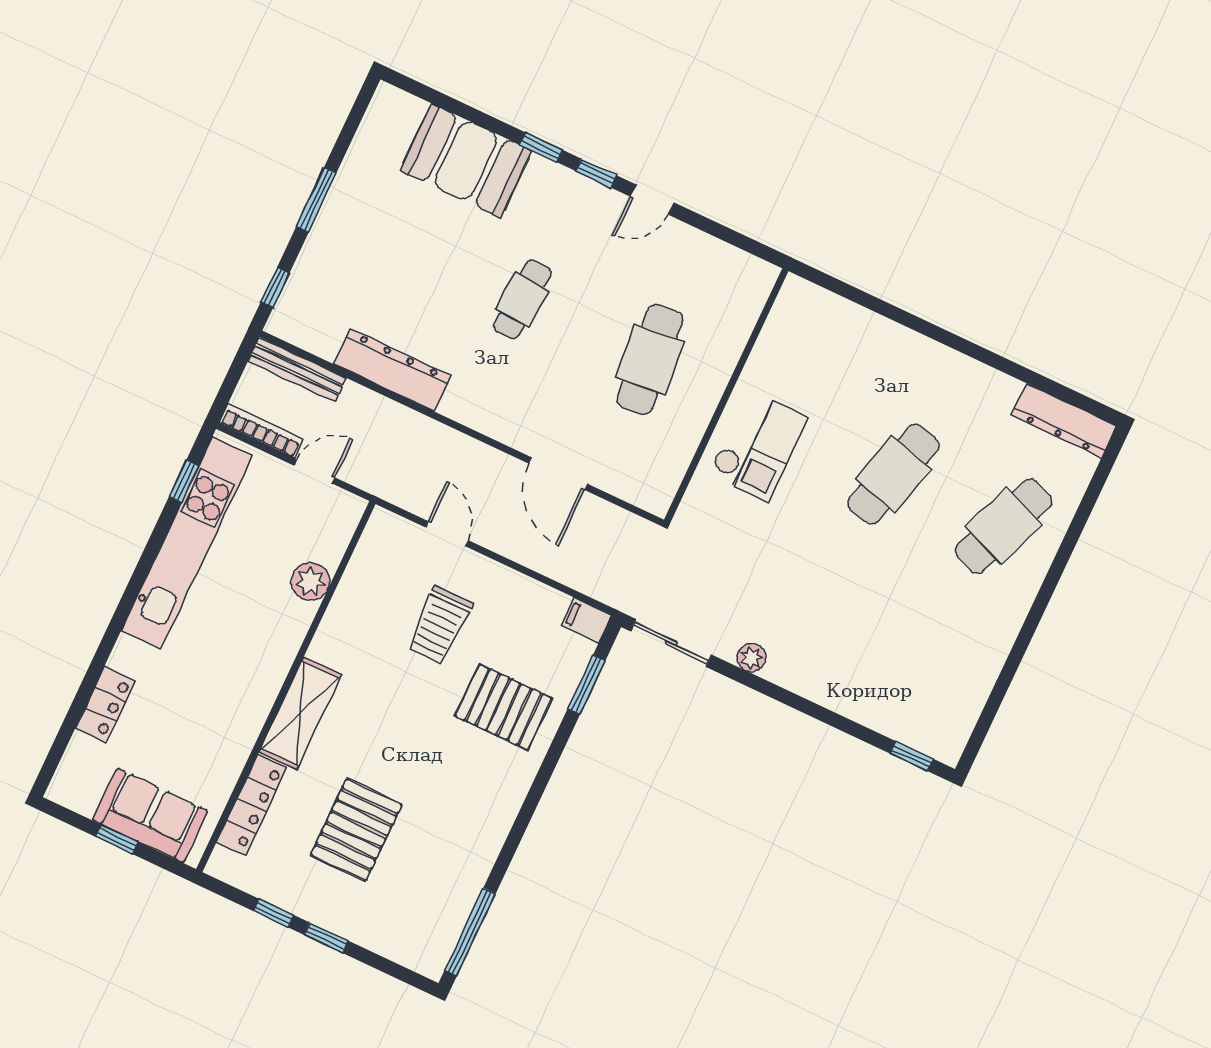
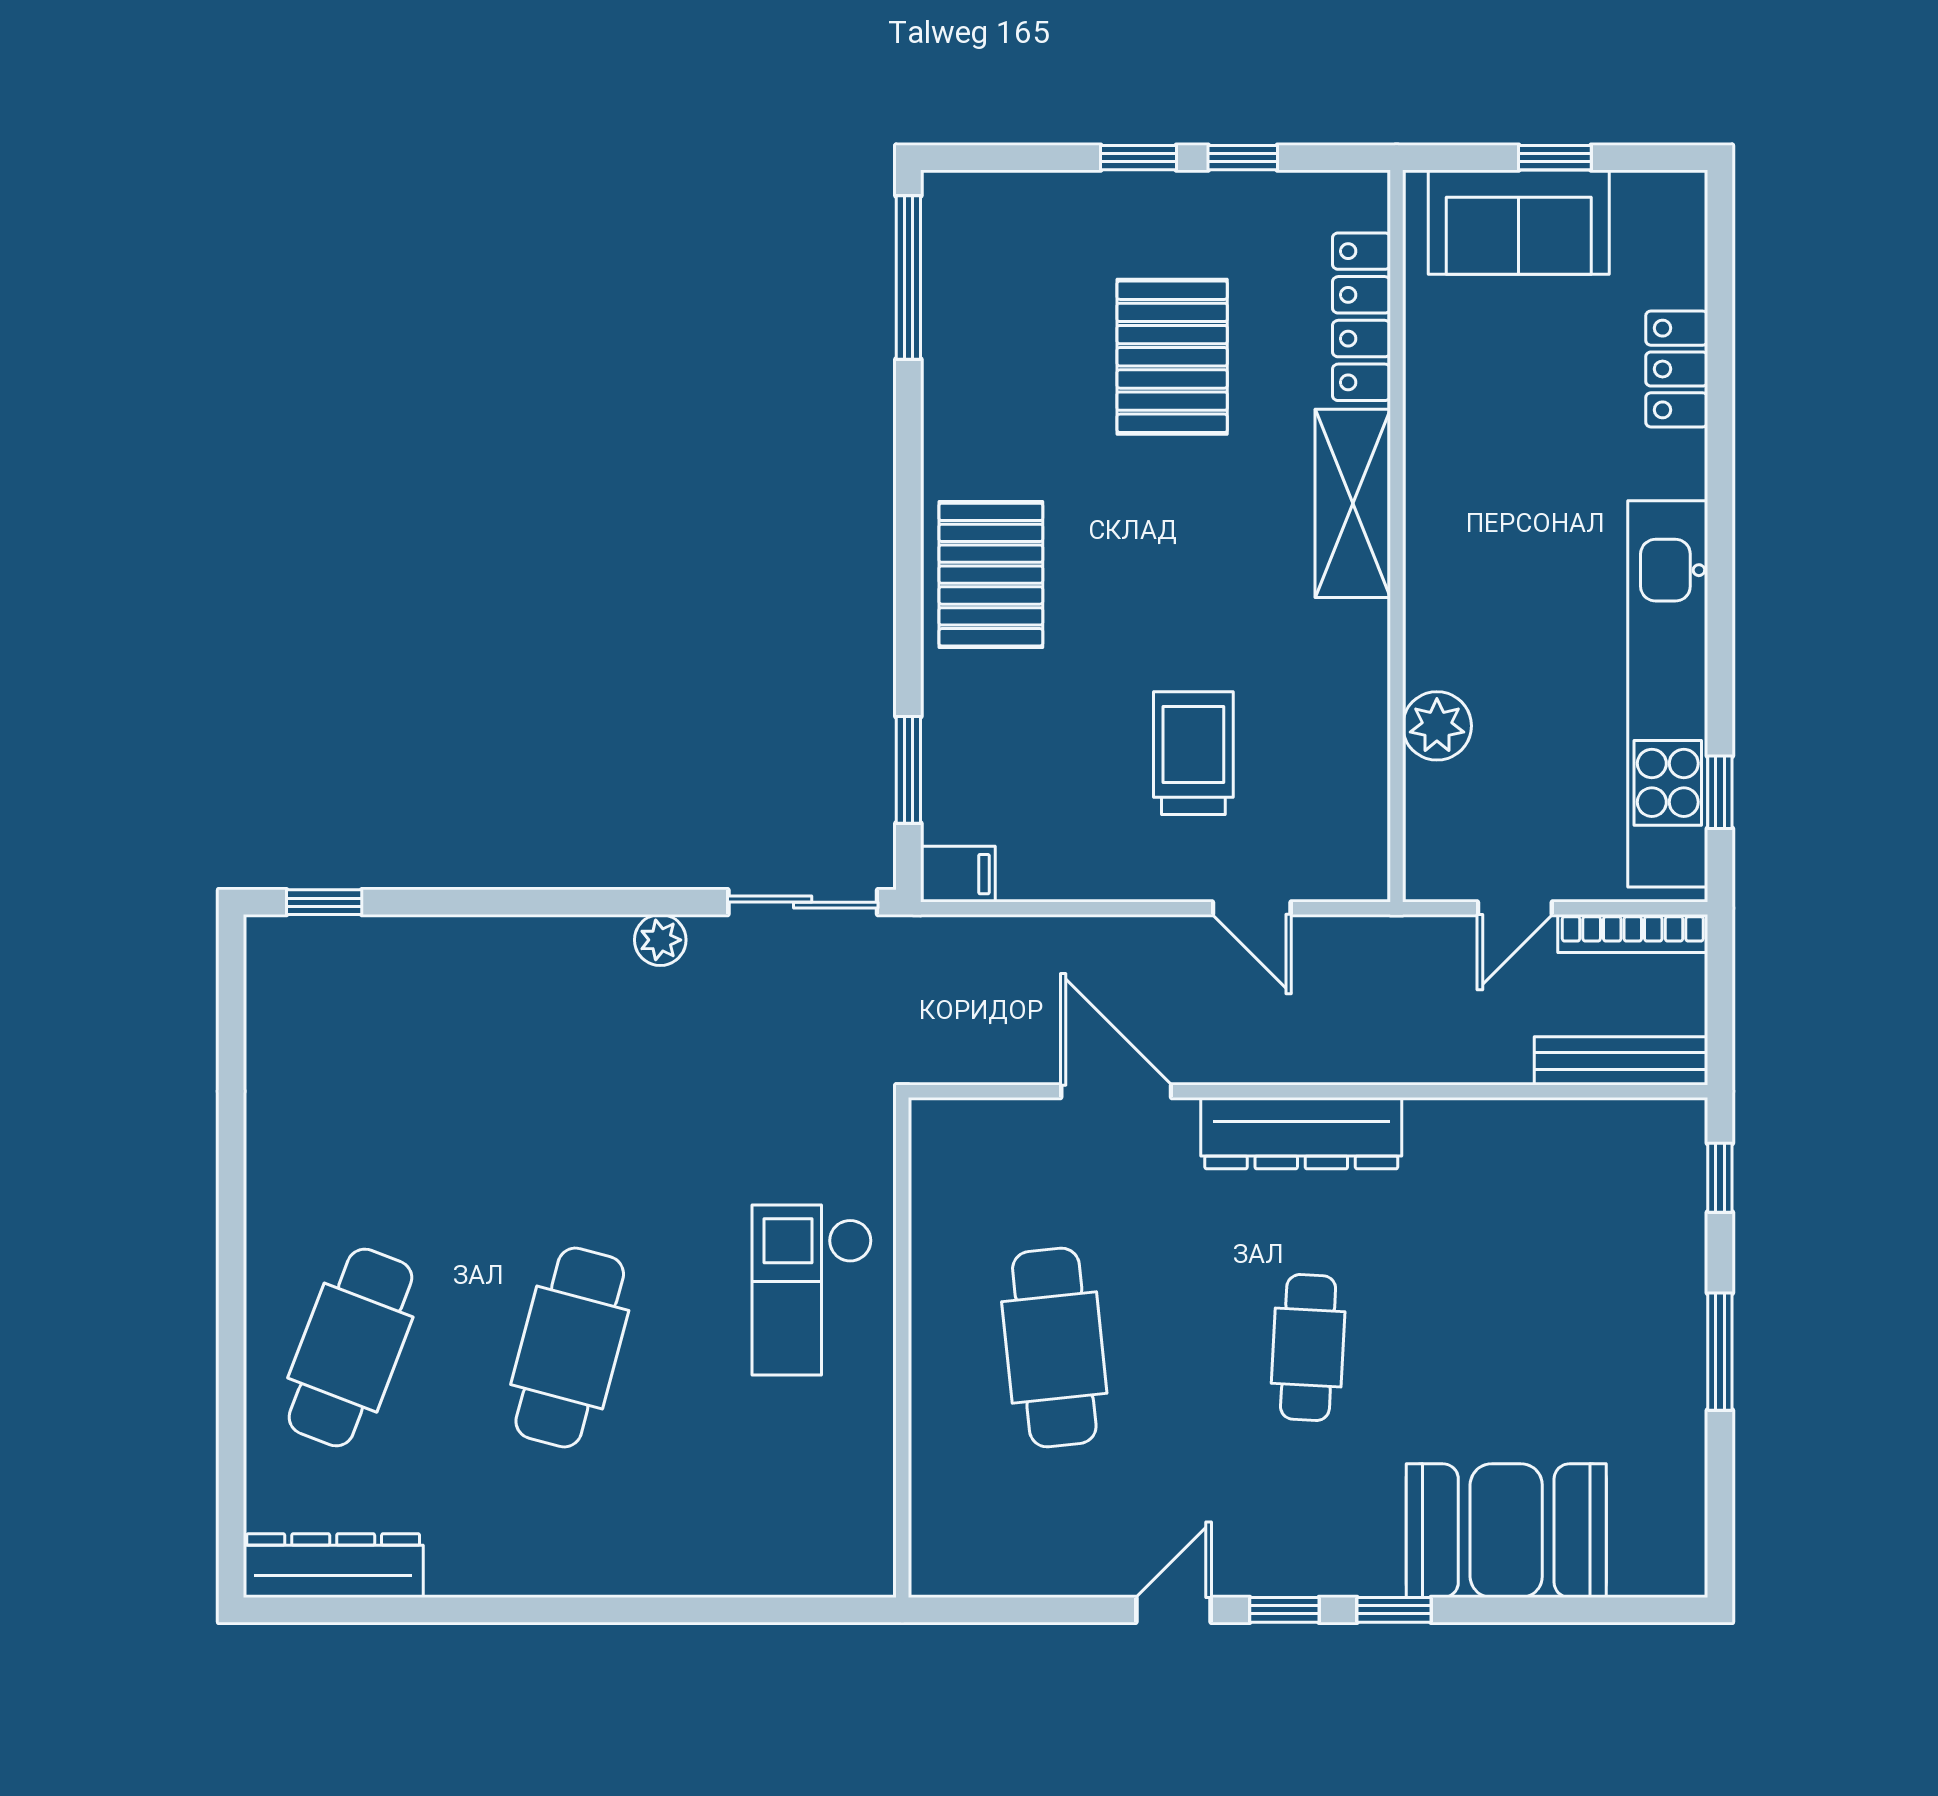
dresser: (392, 370) -> (1301, 1133), moved
pallet: (504, 707) -> (991, 575), moved, turned 90

